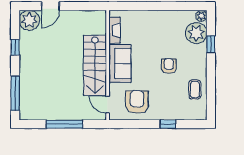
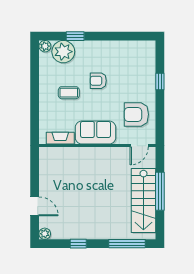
plant: (29, 20) -> (45, 234), width x0.53, depth x0.53
stairs: (95, 65) -> (143, 200), moved, turned 90
coffee table: (195, 89) -> (69, 93), moved

